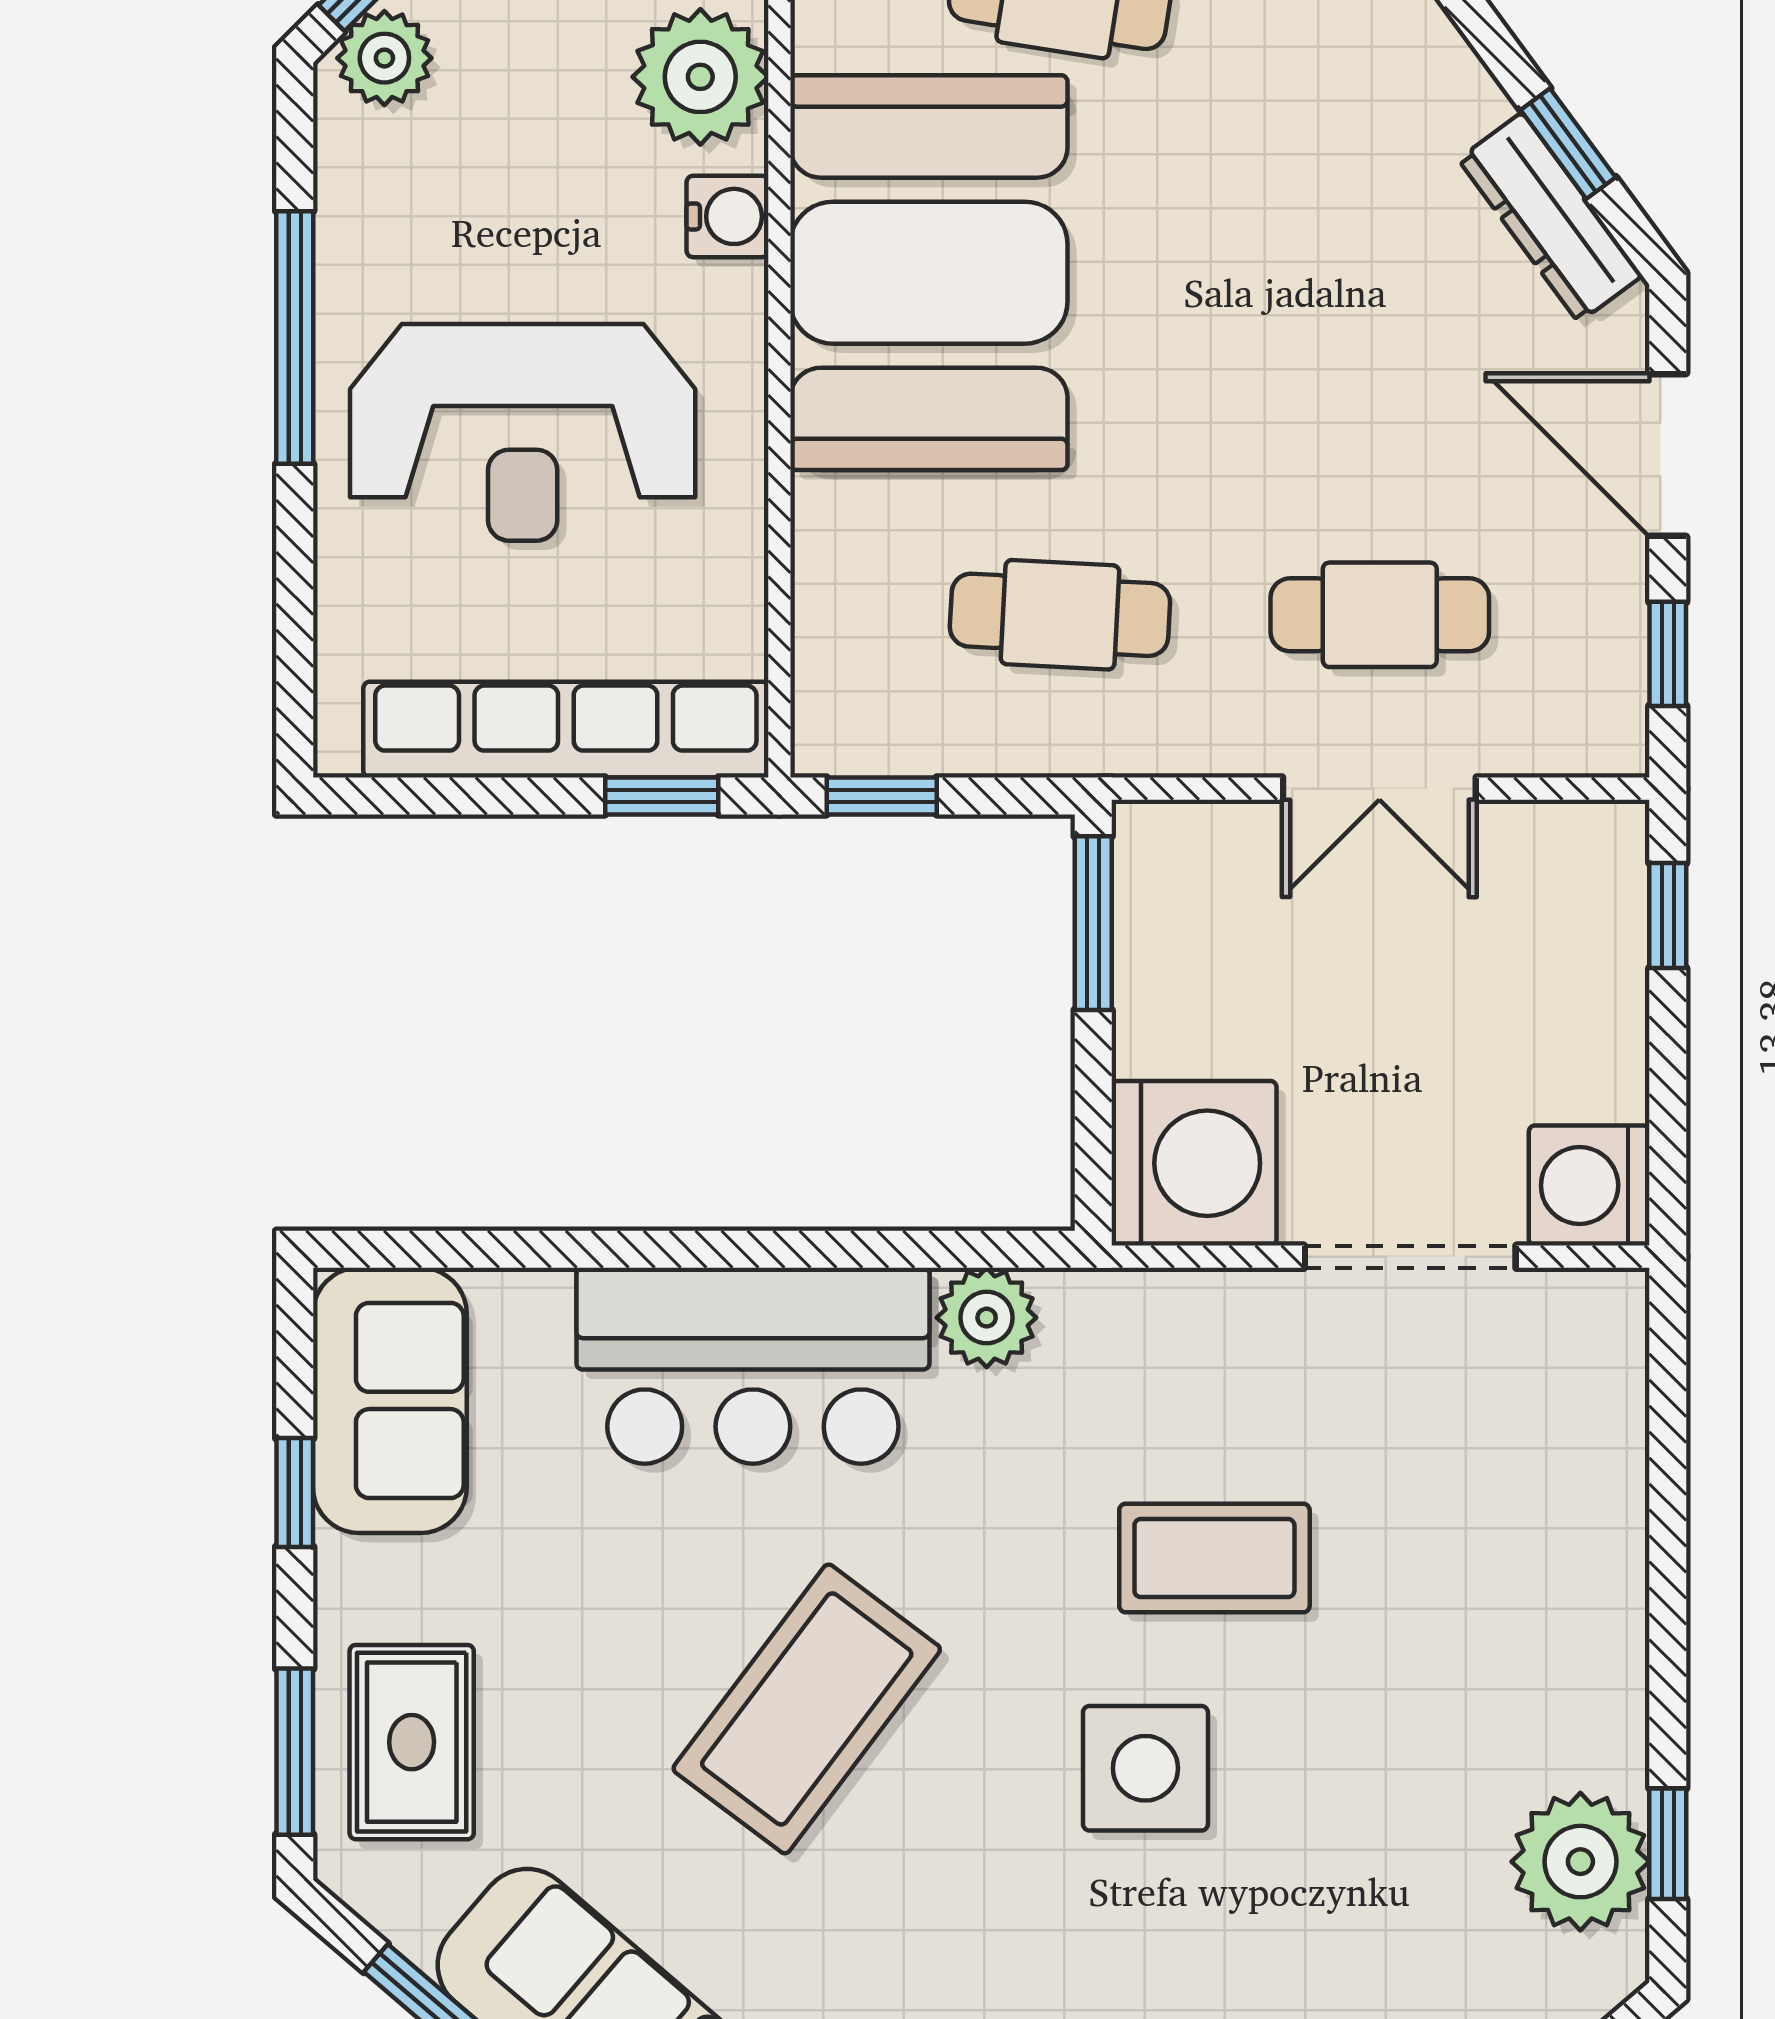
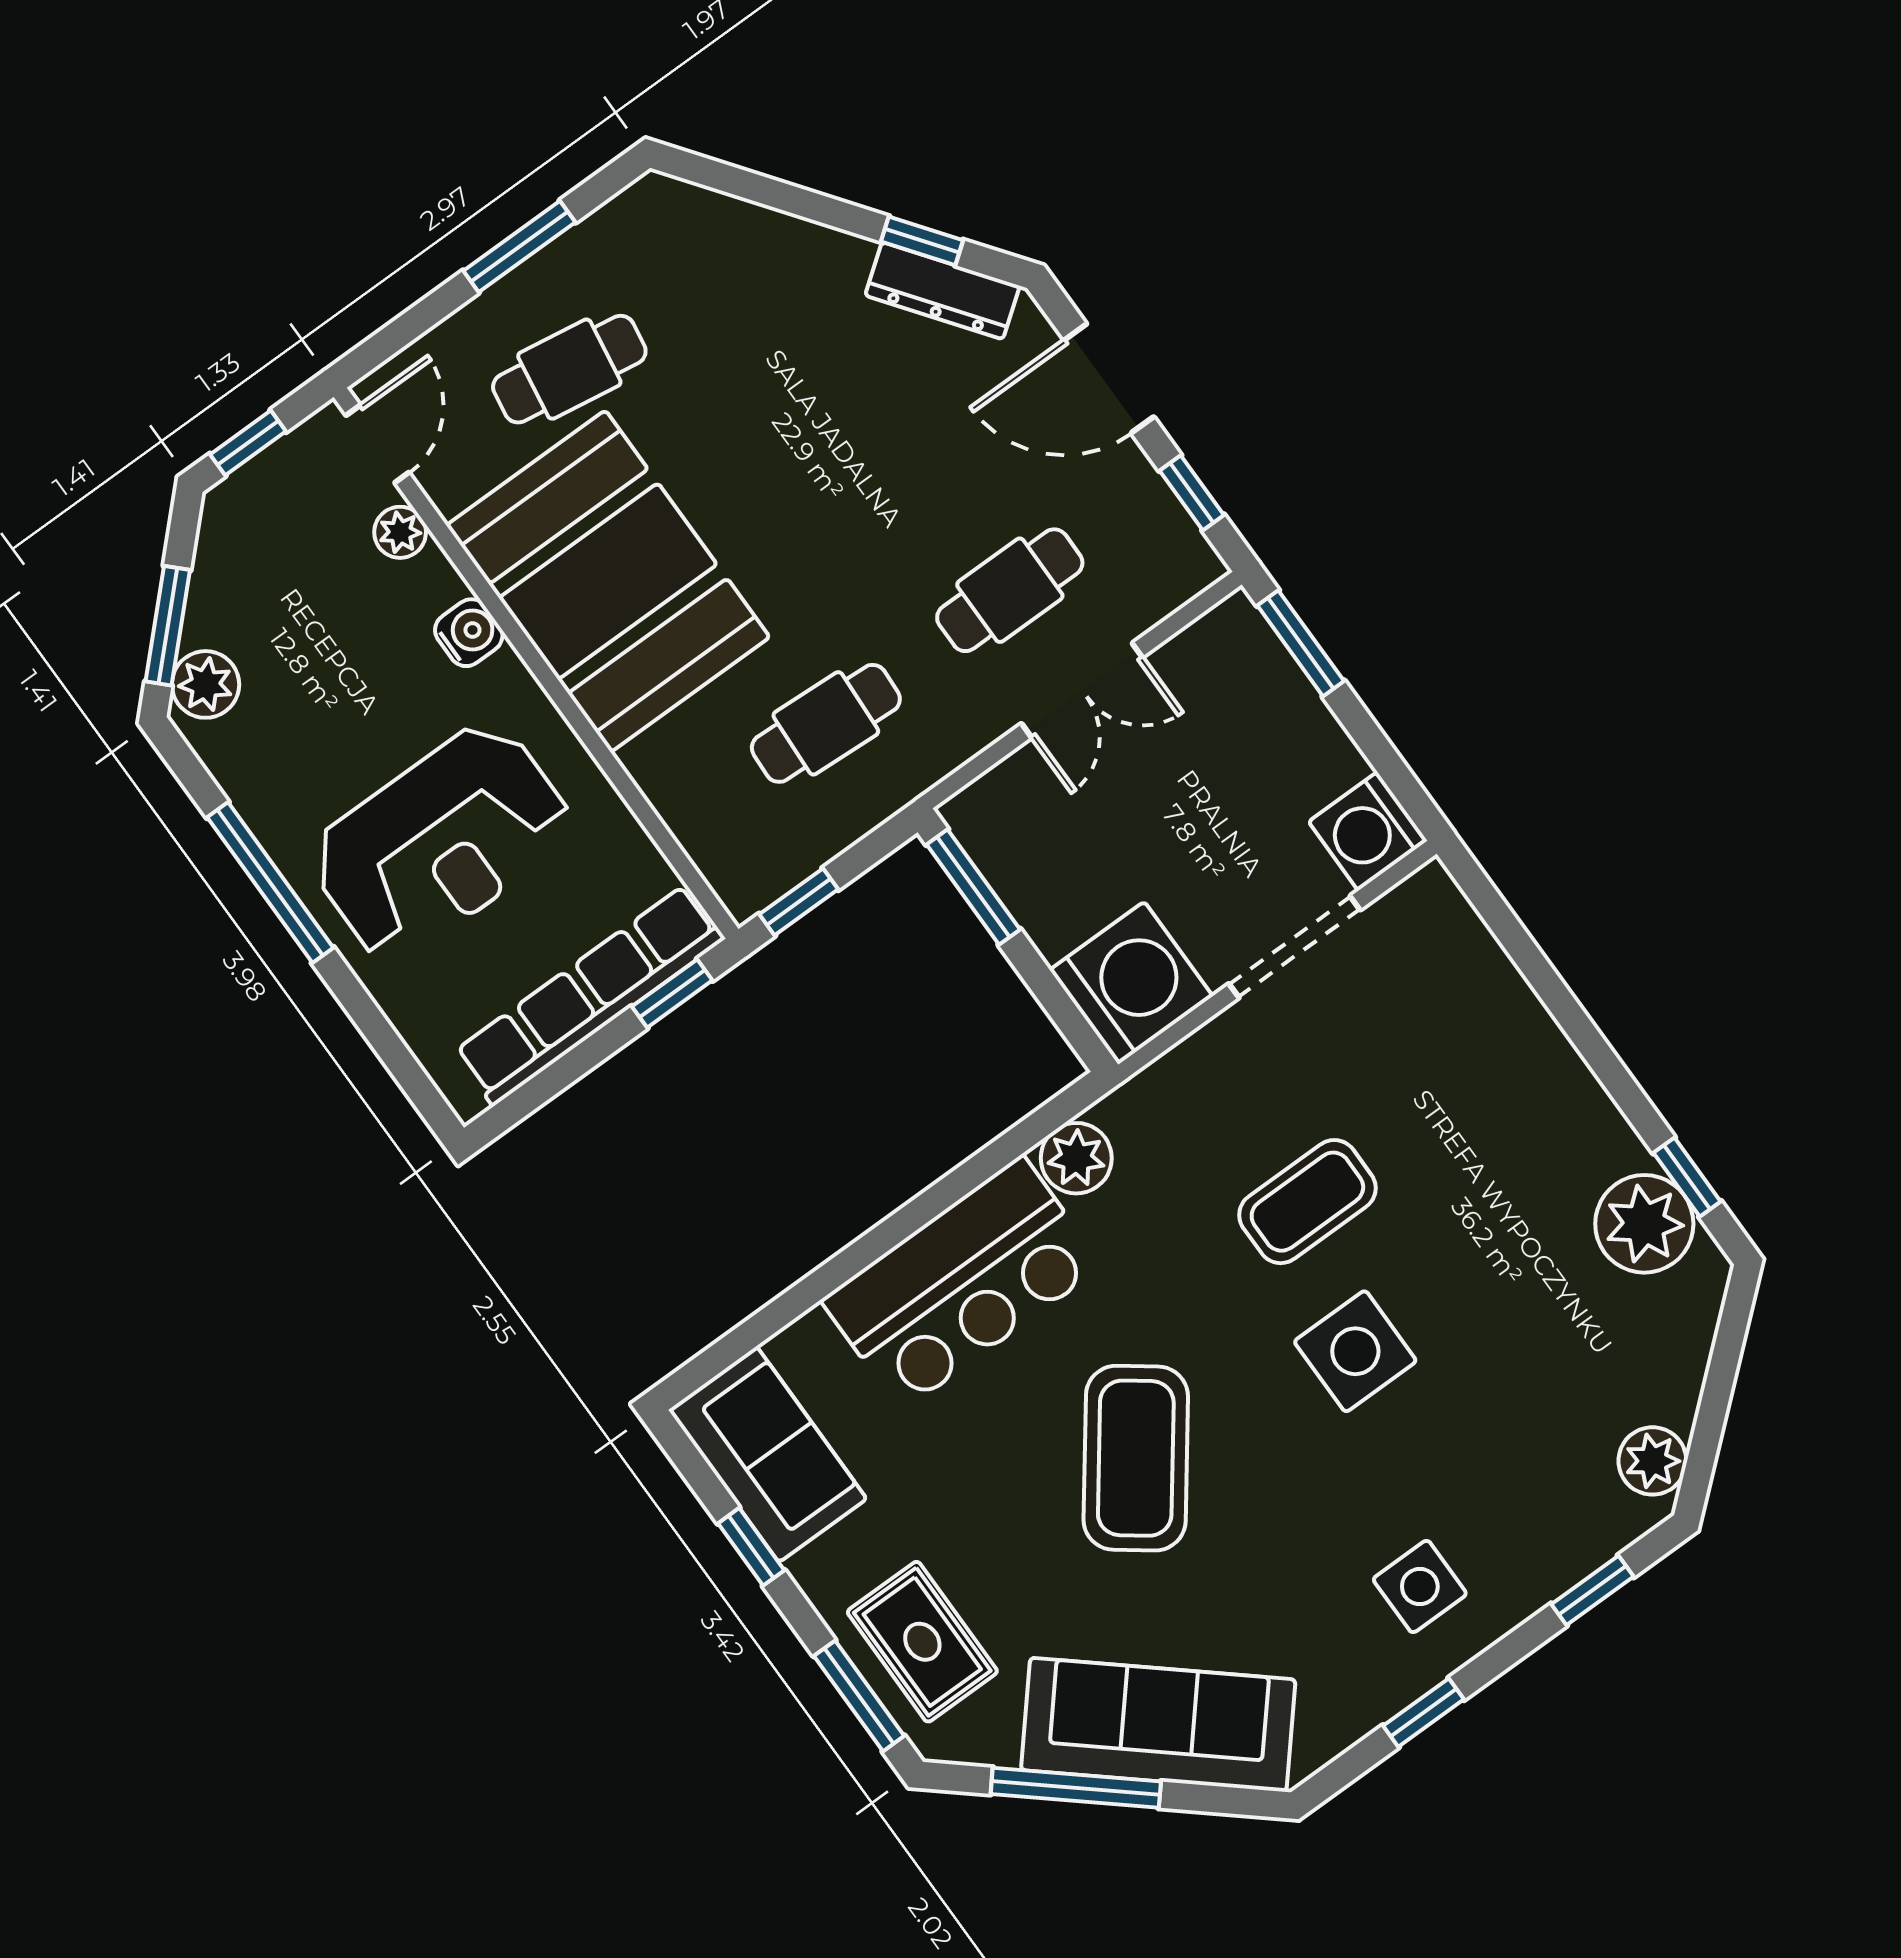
plant: (700, 77) -> (400, 532), width x0.53, depth x0.53
window: (1668, 915) -> (1301, 643), width x1.50

